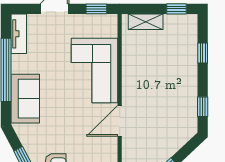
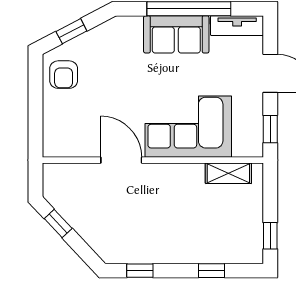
shelving: (146, 22) -> (228, 173), moved, turned 90
sofa: (25, 99) -> (176, 34), moved

